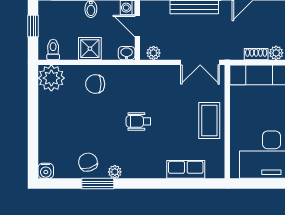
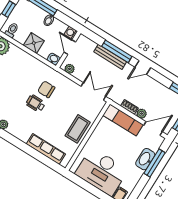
double door: (200, 62) -> (93, 91), swing flipped
chair: (95, 84) -> (46, 89), moved
row of seats: (186, 169) -> (46, 149), width x1.48

